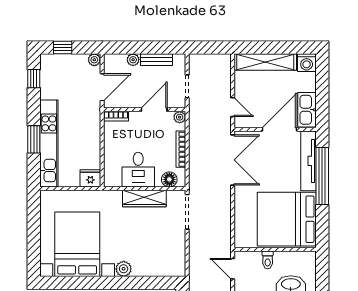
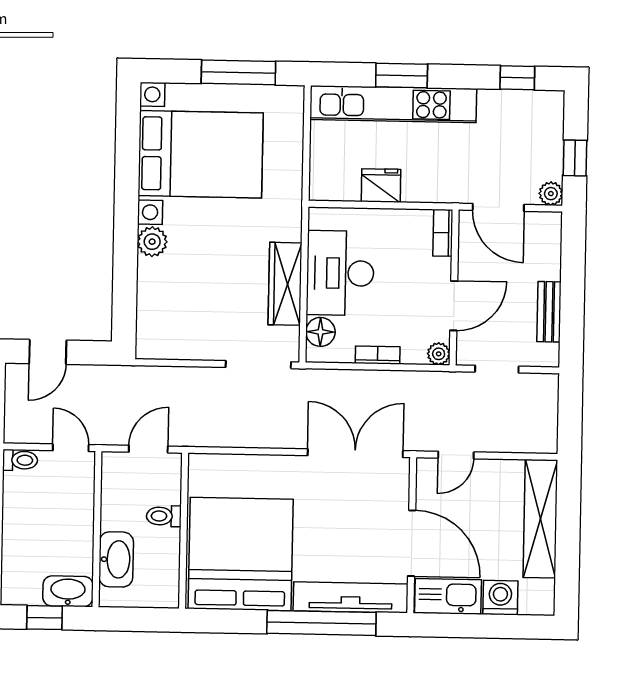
window: (63, 47) -> (575, 158), moved
plant: (133, 60) -> (550, 267), removed
washing machine: (307, 63) -> (500, 598), moved, turned 90
door: (154, 110) -> (454, 306), hinge flipped
bookcase: (181, 149) -> (378, 355), width x0.64
double door: (233, 160) -> (355, 453), swing flipped
desk: (138, 170) -> (340, 273), width x1.37
fridge: (90, 178) -> (381, 186), moved, turned -90
window: (34, 225) -> (238, 72), added

